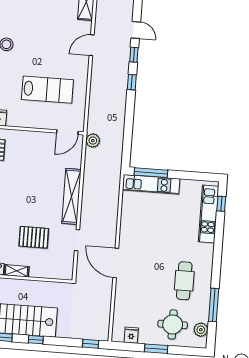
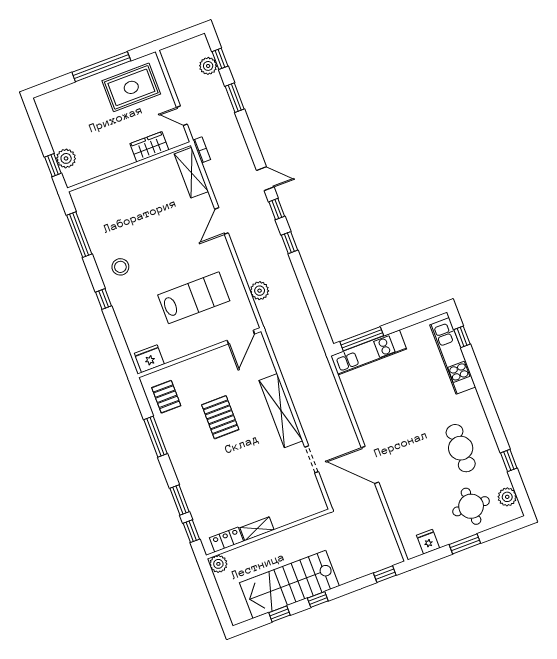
plant: (93, 141) -> (260, 291), moved
pallet: (34, 237) -> (220, 417), moved, turned 90
window: (214, 305) -> (509, 461), width x0.46

